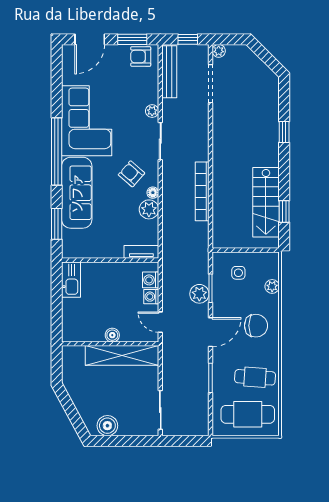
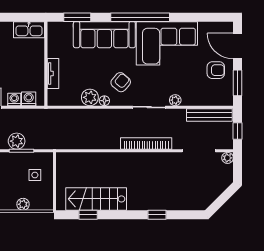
armchair: (141, 57) -> (216, 70), moved, turned 90
bookcase: (202, 191) -> (146, 144), moved
tv unit: (141, 252) -> (53, 74), moved

